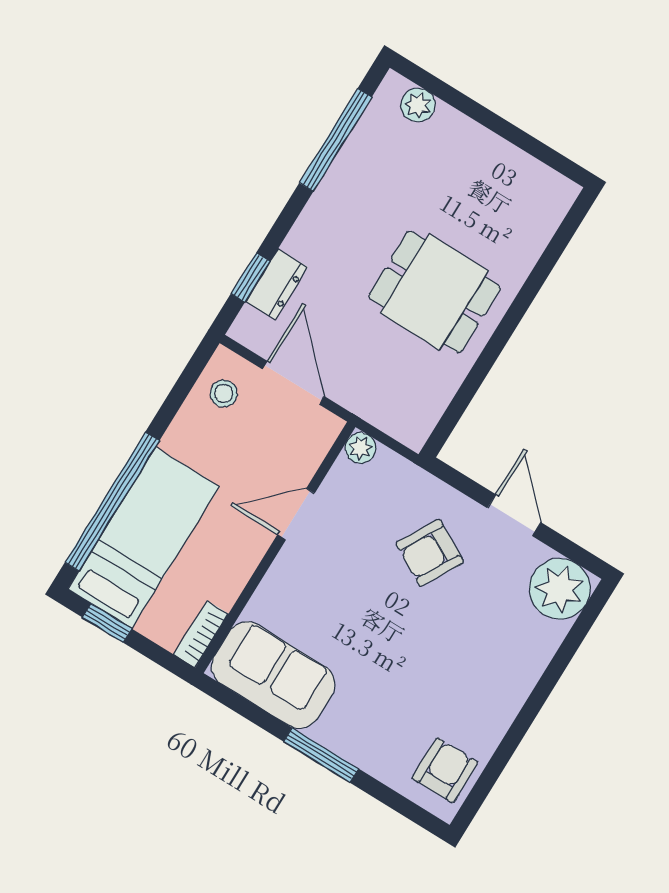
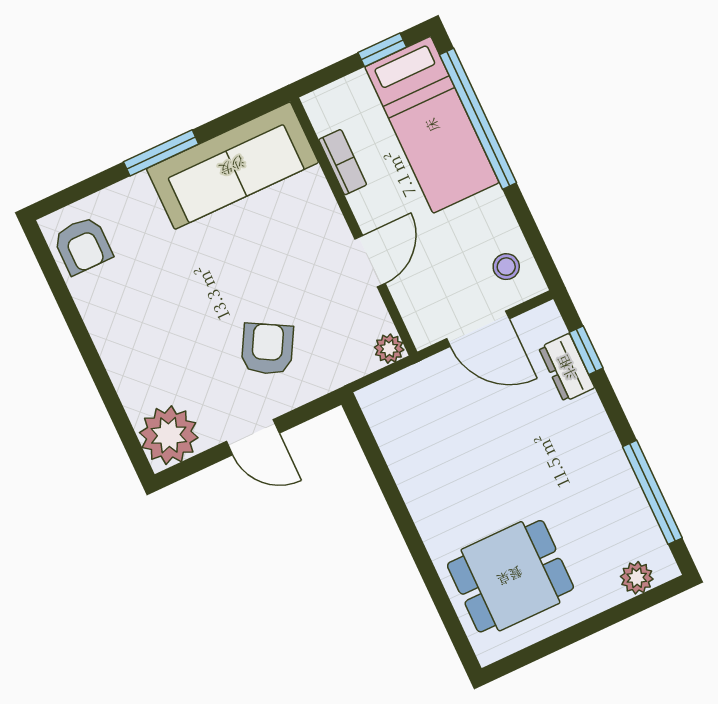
dining table: (434, 292) -> (510, 576), moved
bookcase: (201, 634) -> (343, 162), moved
sofa: (273, 675) -> (232, 166), width x1.36

